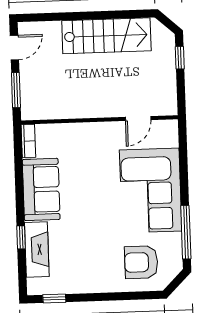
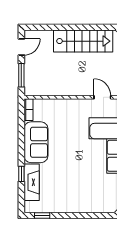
door: (138, 119) -> (102, 97), swing flipped
armchair: (141, 262) -> (101, 193), removed

